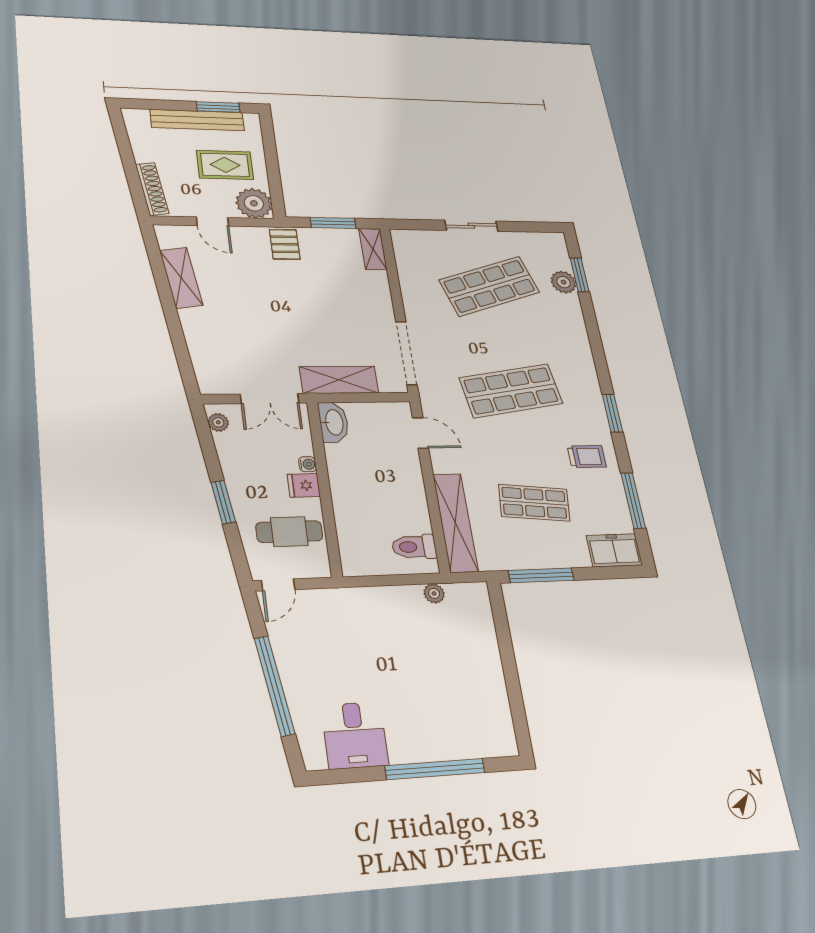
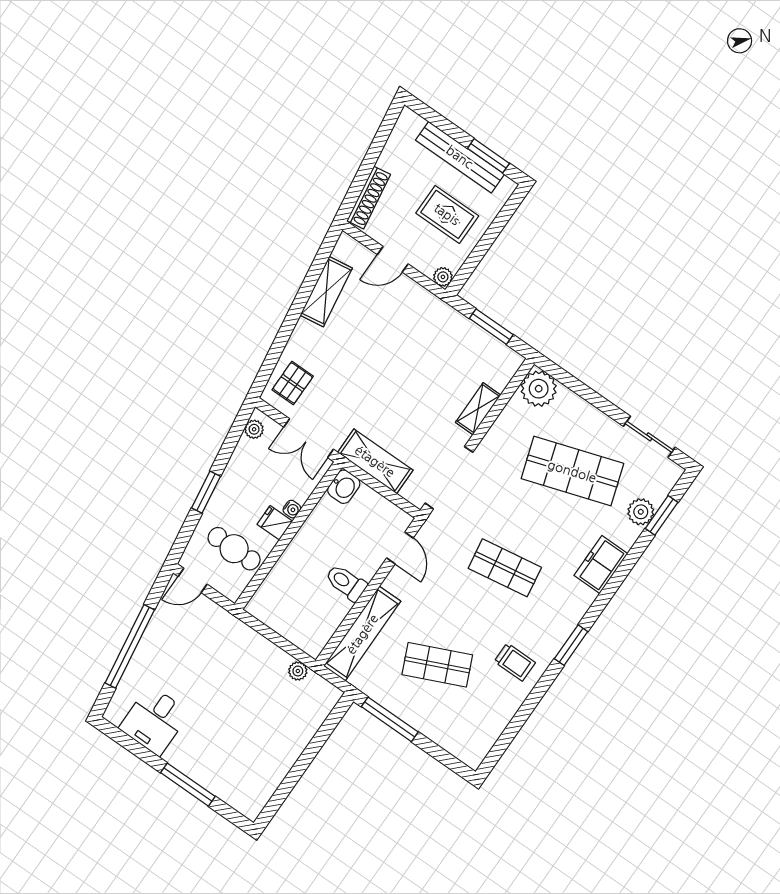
plant: (254, 203) -> (443, 277), width x0.53, depth x0.53
door: (213, 222) -> (393, 259), hinge flipped
sliding door: (471, 226) -> (649, 437), moved
pallet: (285, 244) -> (293, 383), moved
plant: (409, 244) -> (539, 389), added
shelving: (373, 249) -> (478, 409), moved
shop shelf: (511, 391) -> (505, 568), width x0.70, depth x0.74
washbasin: (334, 422) -> (344, 487), width x0.72
window: (633, 501) -> (518, 722), removed
shop shelf: (534, 503) -> (437, 665), turned -30
toilet: (414, 547) -> (346, 583), moved
freezer: (614, 550) -> (601, 564), moved, turned -90
window: (435, 769) -> (188, 785), width x0.68

